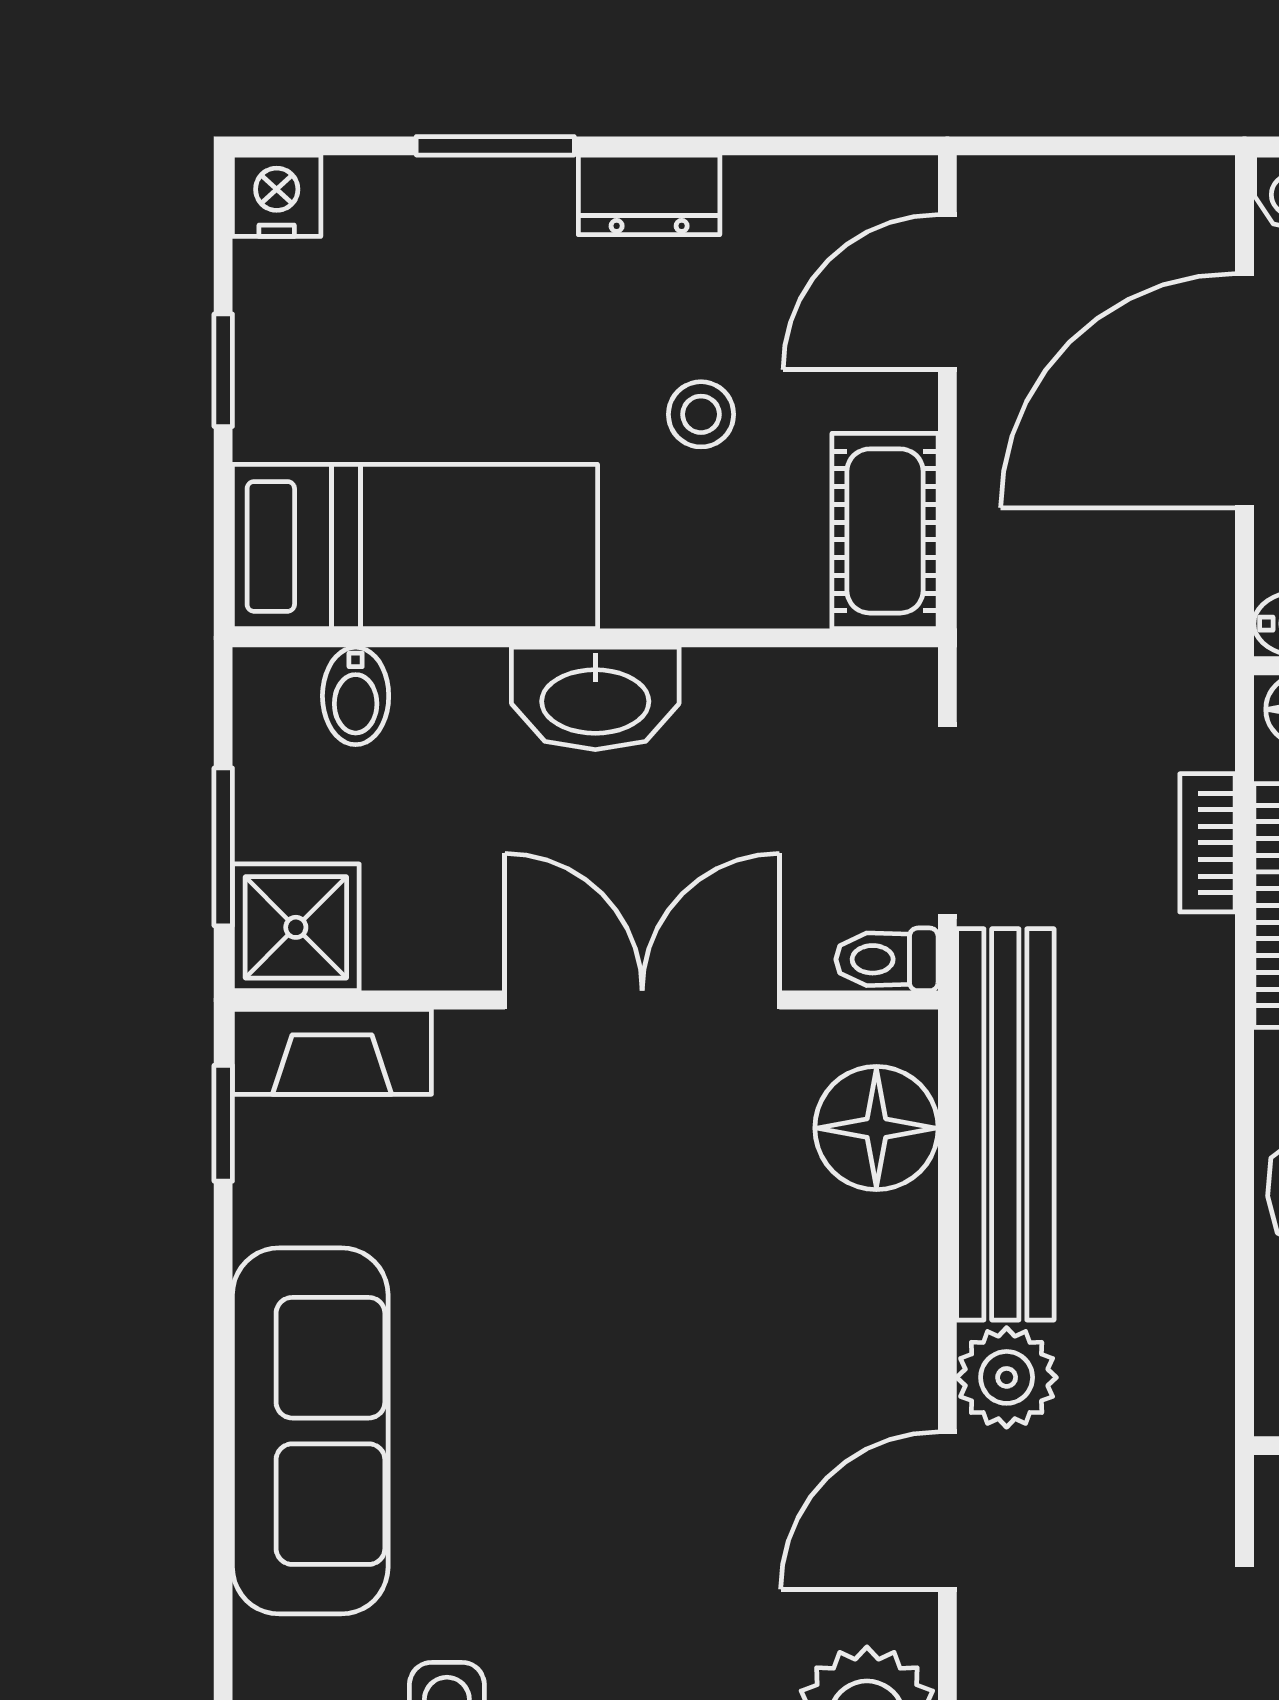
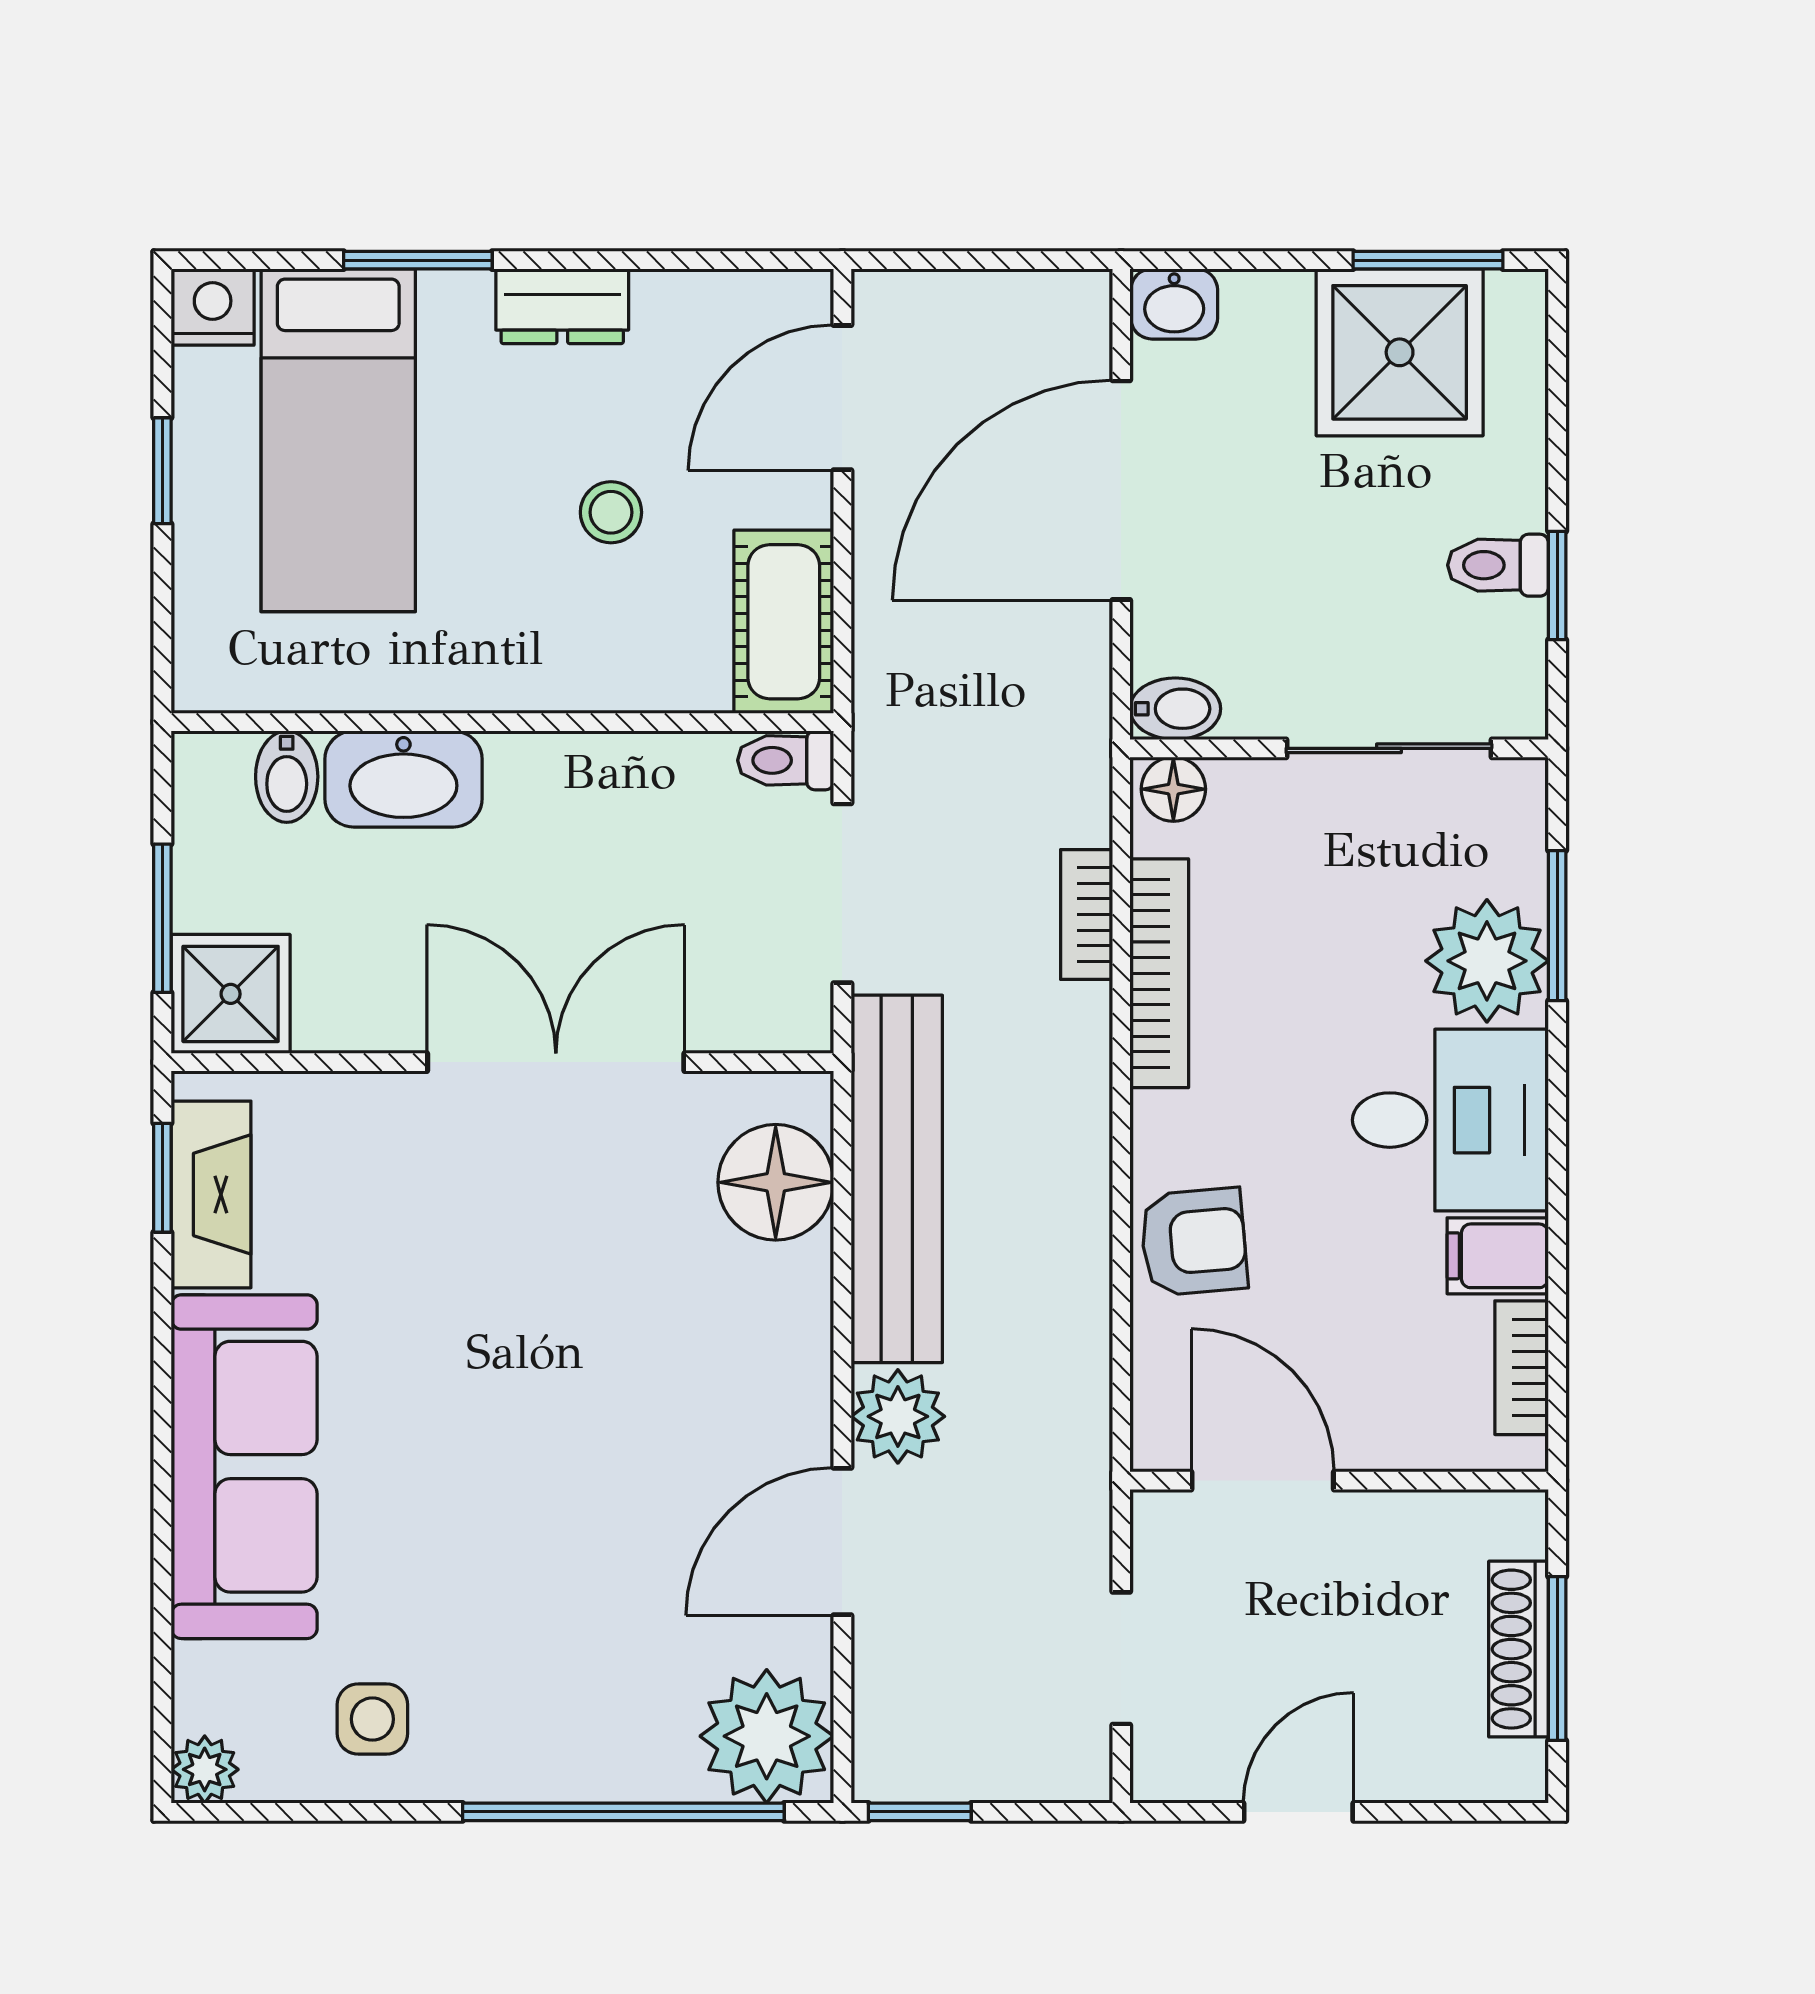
bed: (415, 546) -> (338, 440), moved, turned 90
washbasin: (595, 698) -> (403, 779), moved
toilet: (887, 959) -> (786, 760), moved
fireplace: (332, 1052) -> (211, 1194), moved, turned -90

